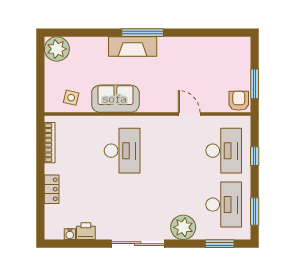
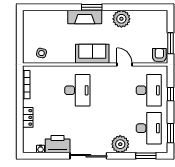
window: (143, 33) -> (92, 7), width x0.69
plant: (57, 49) -> (121, 19), moved
sofa: (115, 99) -> (92, 54), moved
printer: (86, 231) -> (58, 144), width x1.87, depth x1.48

